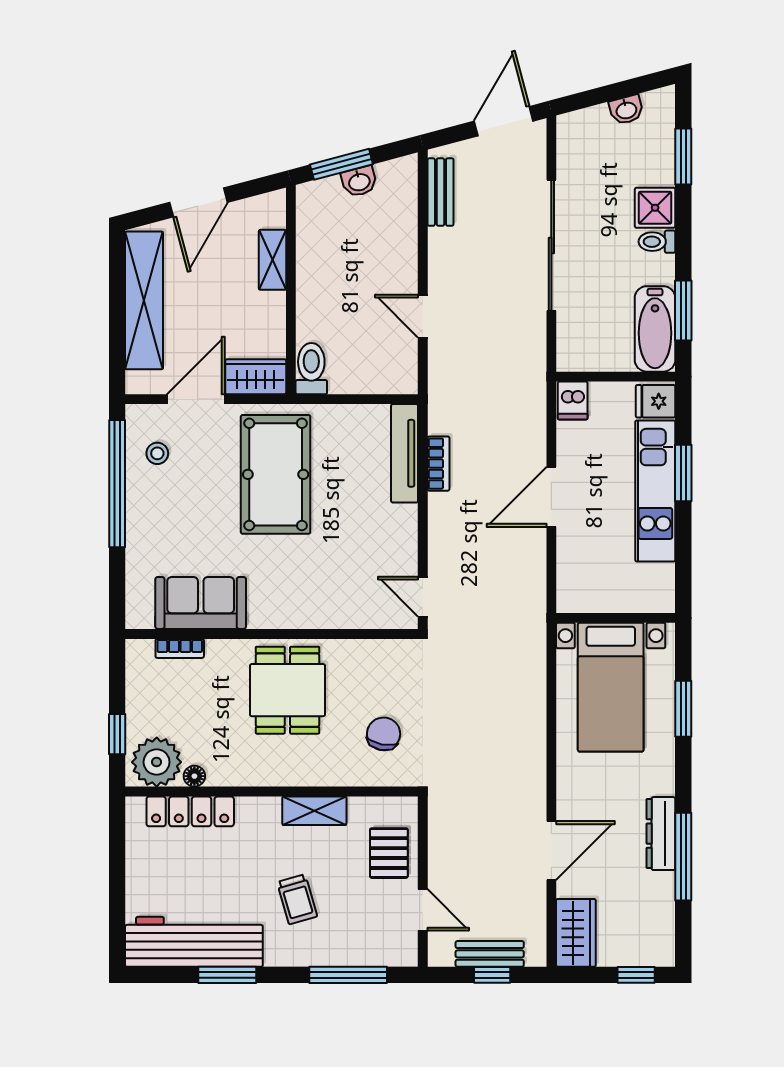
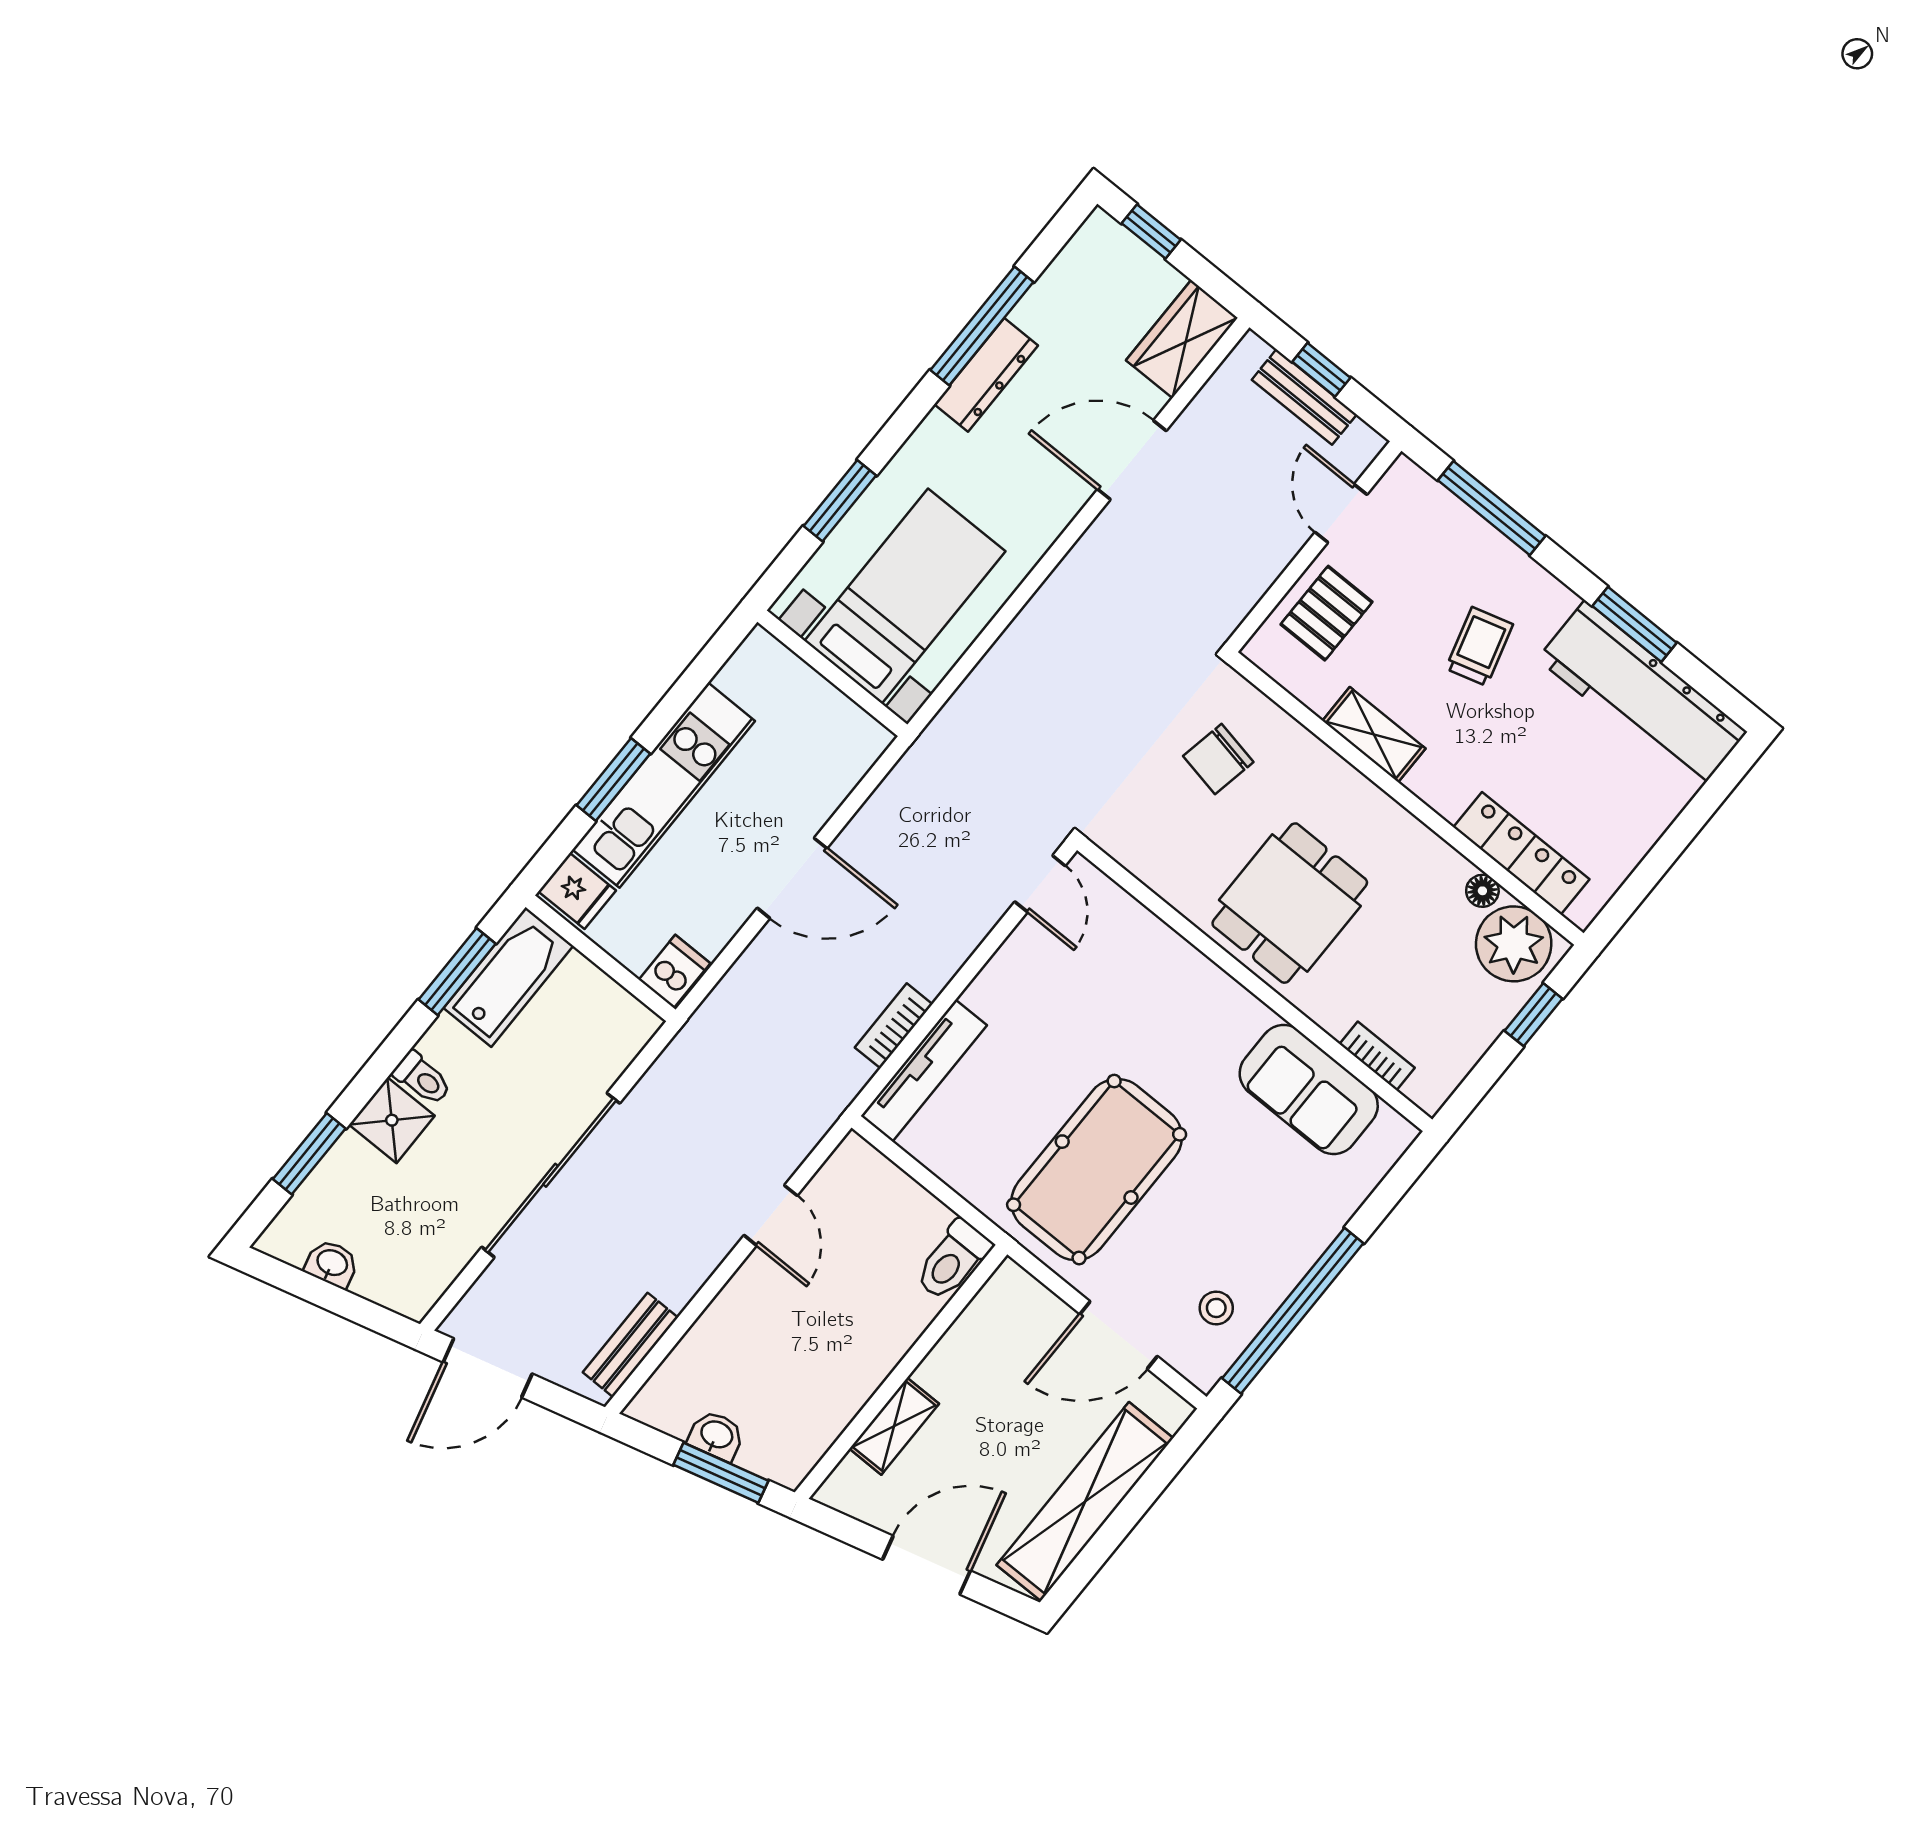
wardrobe: (256, 377) -> (1026, 1304), removed

